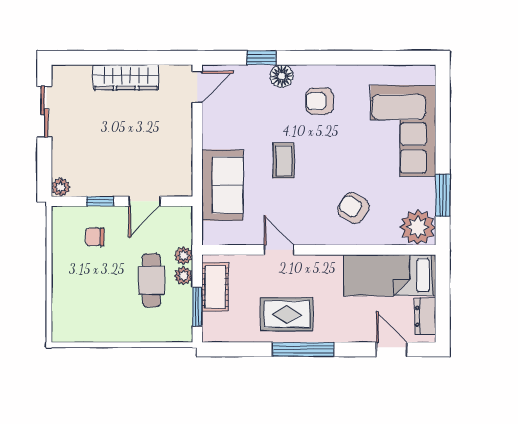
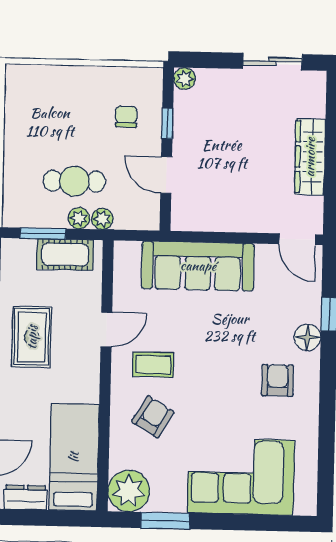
coffee table: (284, 161) -> (153, 365), moved
sofa: (222, 185) -> (198, 266), width x1.36

